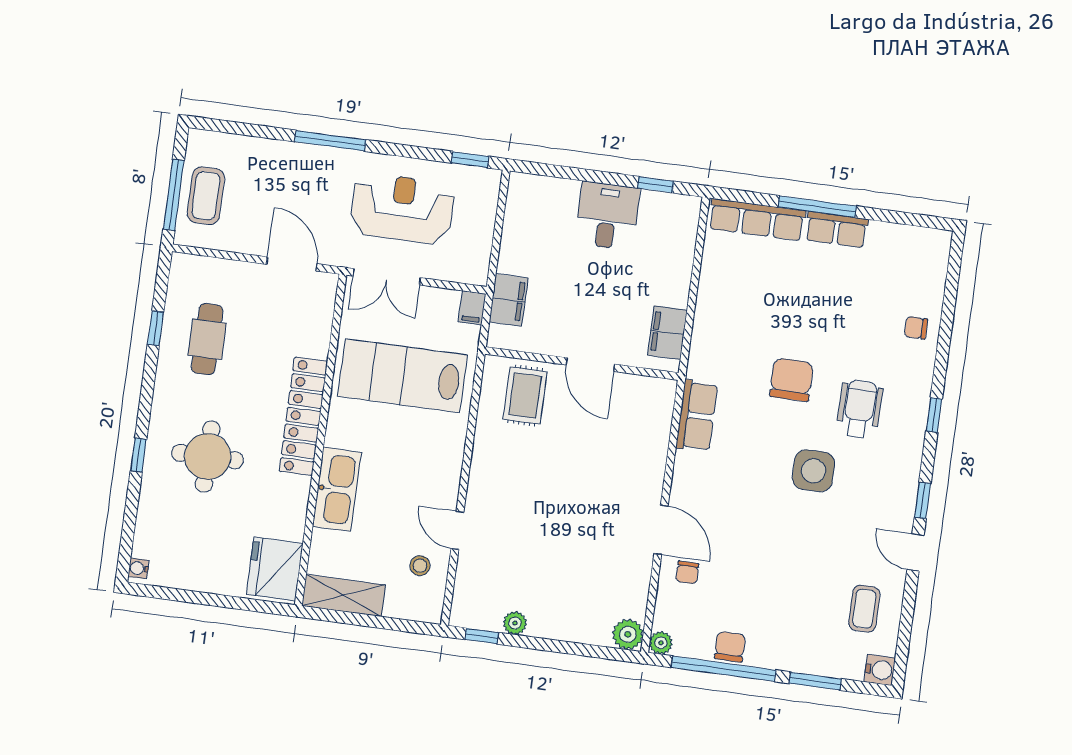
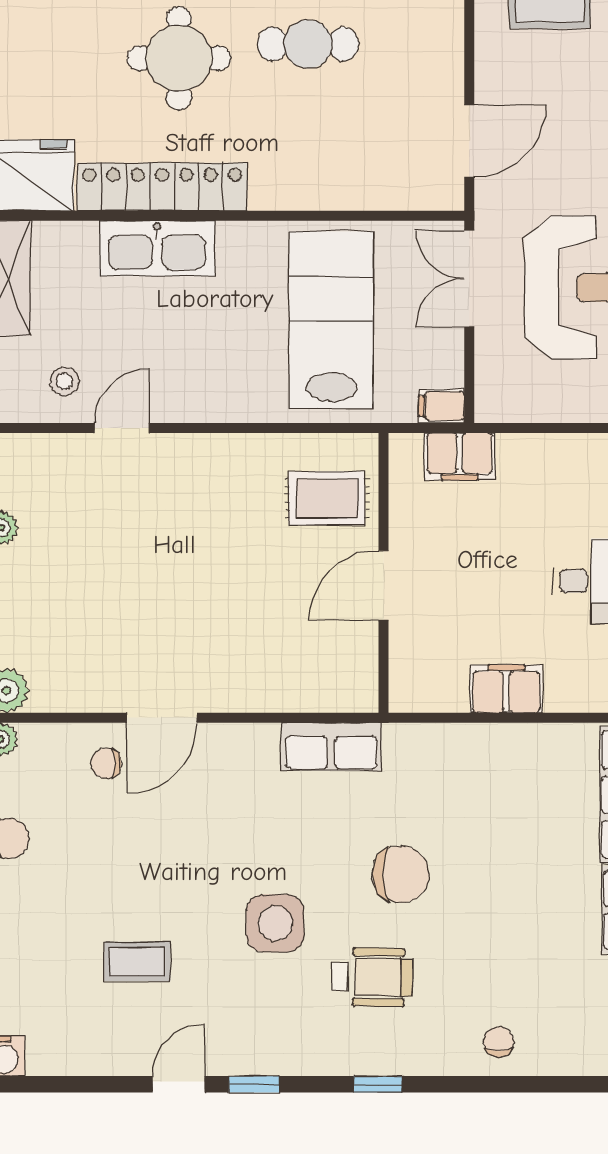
filing cabinet: (667, 333) -> (506, 689), moved
cafe table: (207, 339) -> (308, 44), moved
locker: (303, 416) -> (162, 187), moved
coffee table: (864, 609) -> (137, 961), moved

